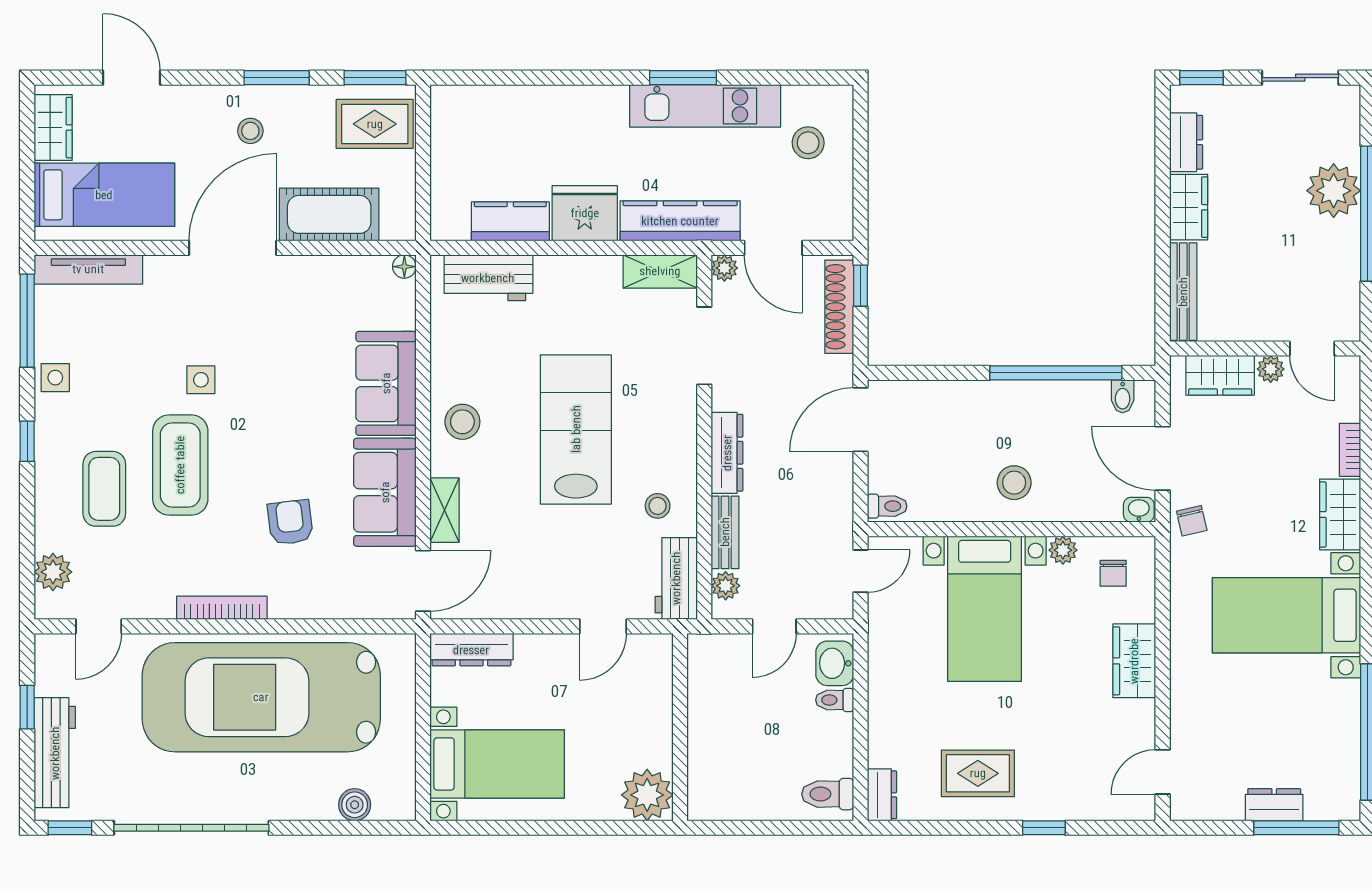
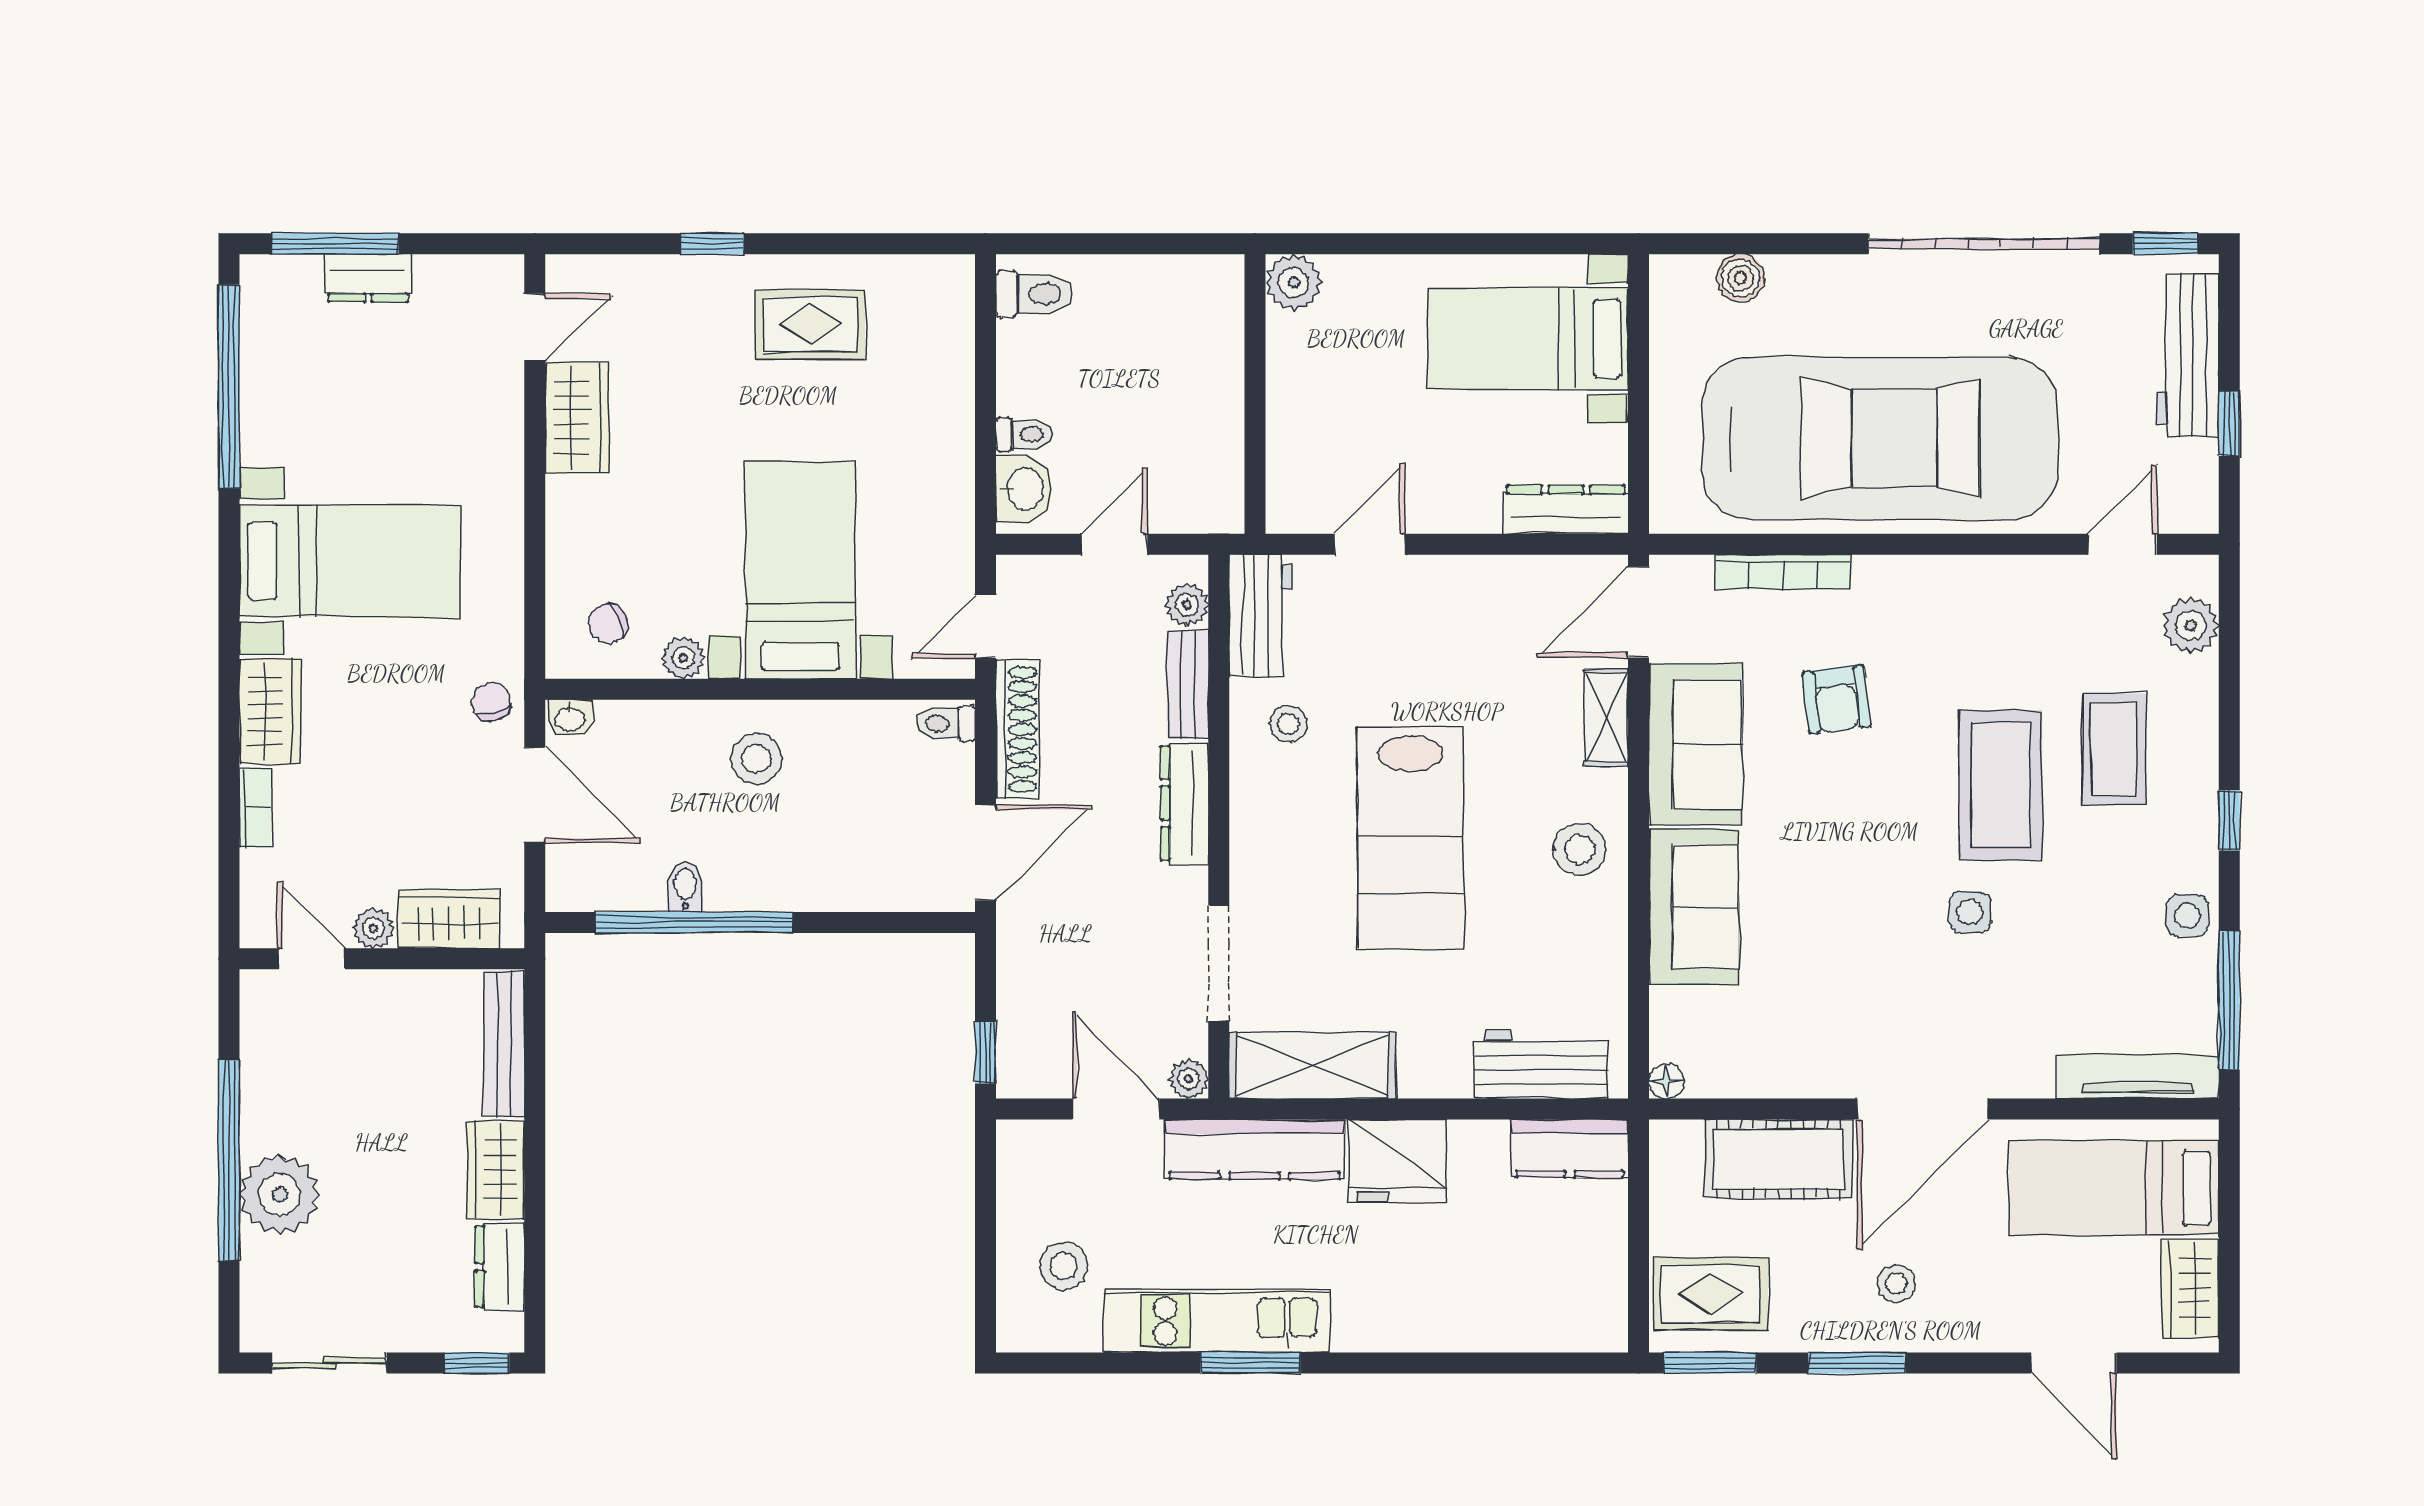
kitchen counter: (510, 221) -> (1570, 1149), moved
shelving: (660, 271) -> (1312, 1065), width x1.50, depth x1.33
shoe rack: (839, 307) -> (1017, 729), moved
bidet: (1123, 396) -> (685, 887), moved
chair: (1113, 573) -> (608, 623), turned -116
bookcase: (222, 608) -> (1783, 572), moved
wardrobe: (1134, 661) -> (577, 417), moved
plant: (647, 795) -> (1294, 282), width x0.73, depth x0.73
dresser: (882, 795) -> (953, 293), removed

